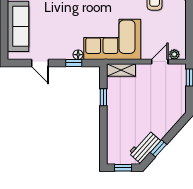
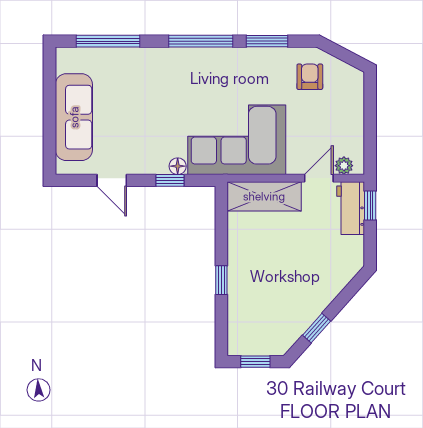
shelving: (121, 70) -> (264, 196), width x1.50, depth x1.33
window: (103, 97) -> (221, 280), moved
workbench: (145, 147) -> (351, 208), moved, turned -42

